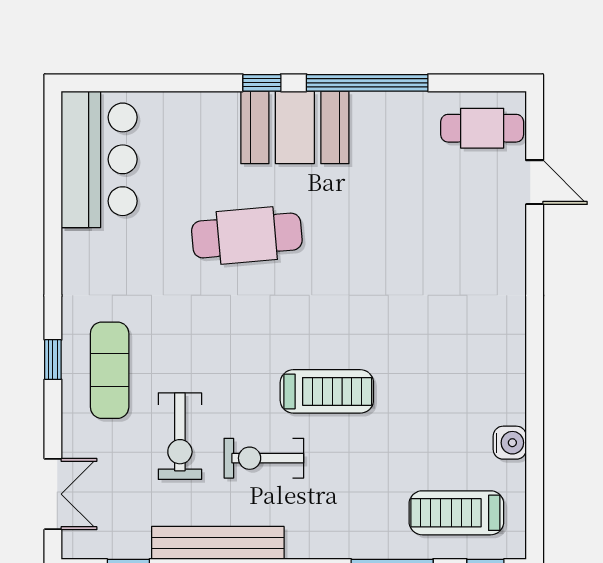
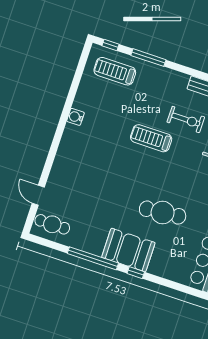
water cooler: (510, 443) -> (76, 117), moved
treadmill: (456, 513) -> (115, 71), turned 180

